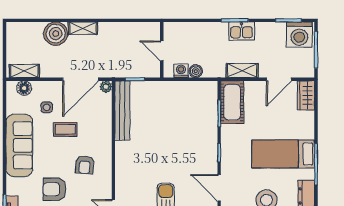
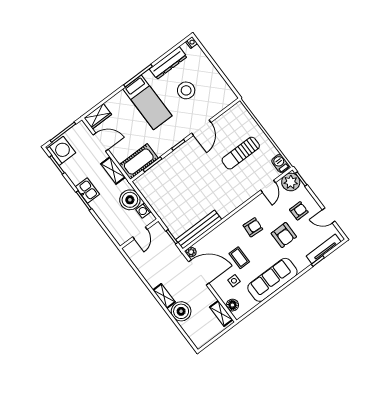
boiler: (196, 71) -> (130, 200), width x1.86, depth x1.86

